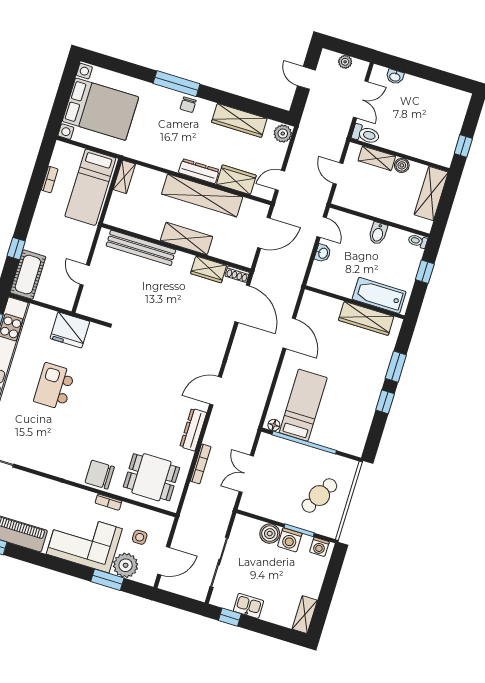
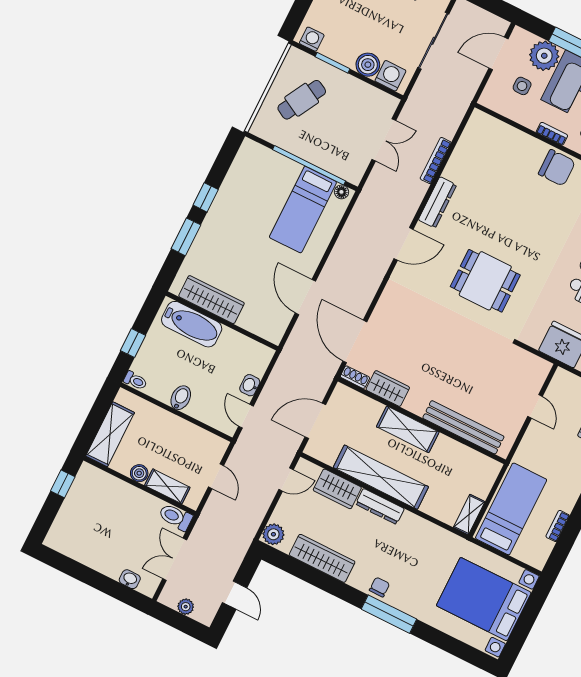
dining table: (151, 477) -> (485, 281), moved
washing machine: (290, 540) -> (390, 76), moved

